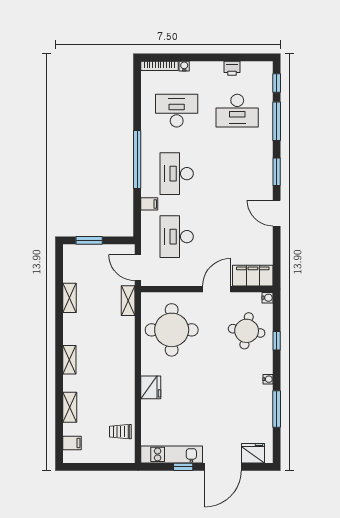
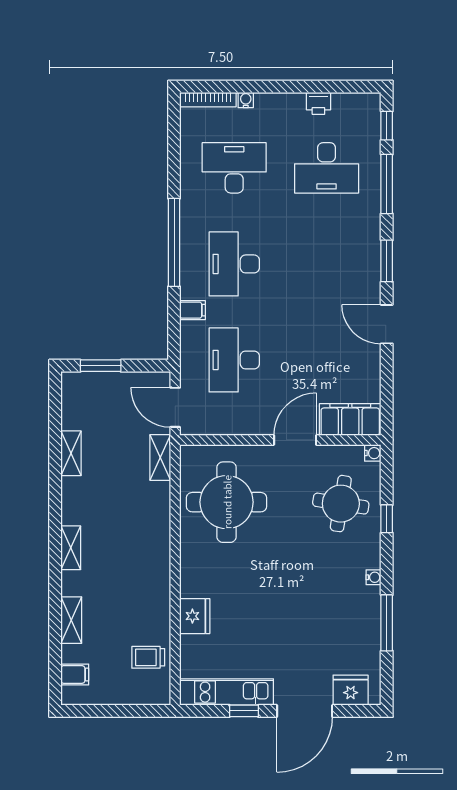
fridge: (151, 387) -> (195, 616), moved

